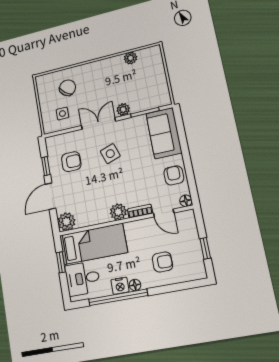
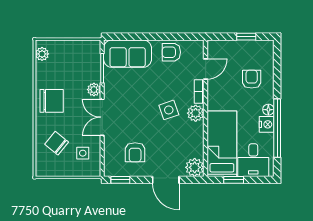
plant: (130, 58) -> (42, 54), moved
chair: (105, 73) -> (52, 101), added
side table: (110, 154) -> (169, 110), moved
armchair: (71, 162) -> (135, 152), turned 180
window: (46, 166) -> (120, 180), moved
floor lamp: (186, 201) -> (198, 46), removed

